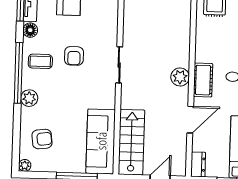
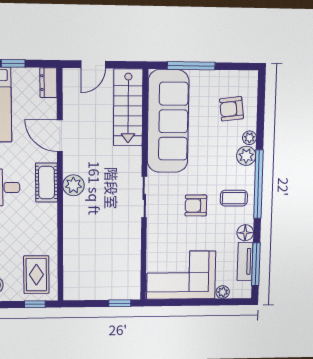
armchair: (74, 56) -> (196, 206), turned -90
door: (190, 120) -> (60, 136), hinge flipped
sofa: (101, 141) -> (168, 121), width x1.36, depth x1.27
plant: (25, 165) -> (249, 138), moved

